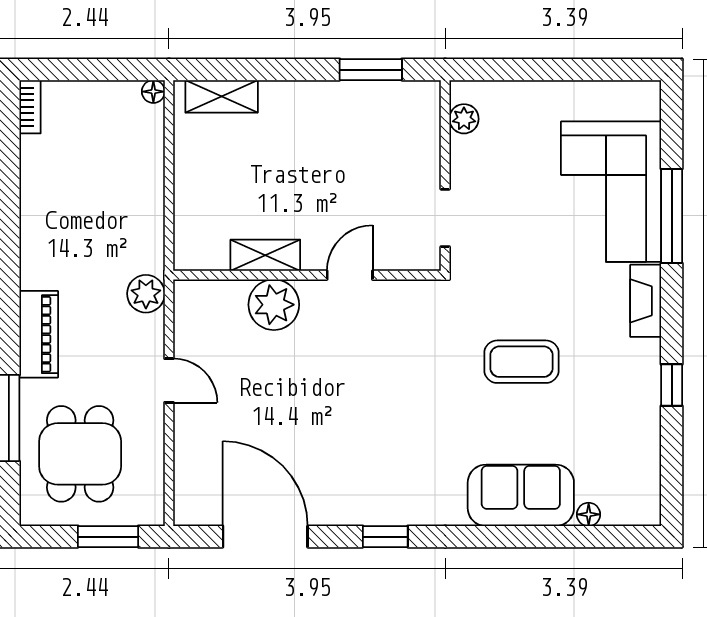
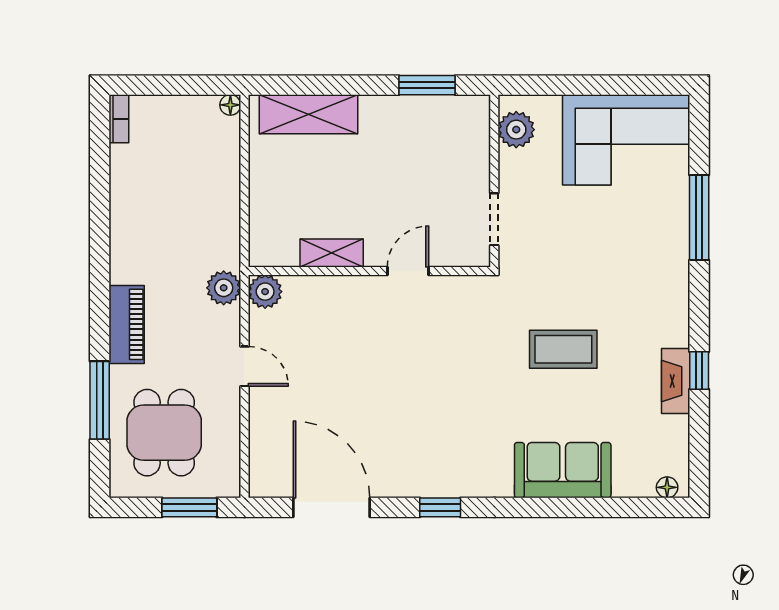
shelving: (222, 96) -> (308, 114), width x1.50, depth x1.33
plant: (464, 119) -> (516, 130), width x1.38, depth x1.38
corner sofa: (611, 192) -> (626, 140), moved, turned -90
fireplace: (646, 301) -> (676, 381), moved
plant: (274, 305) -> (265, 292), moved, width x0.73, depth x0.73
floor lamp: (589, 514) -> (667, 487), moved

